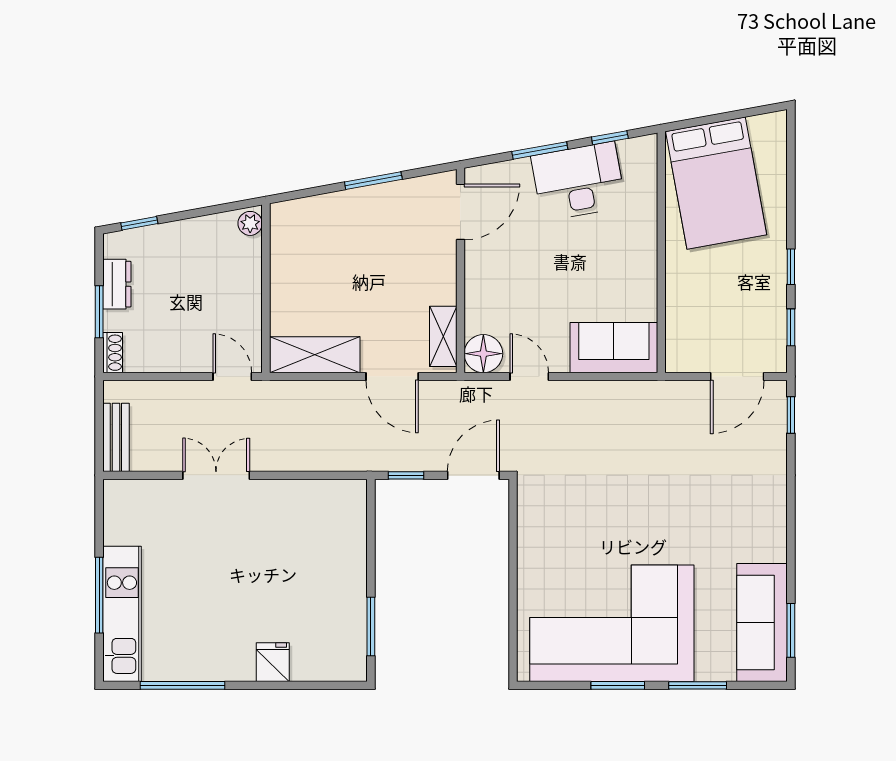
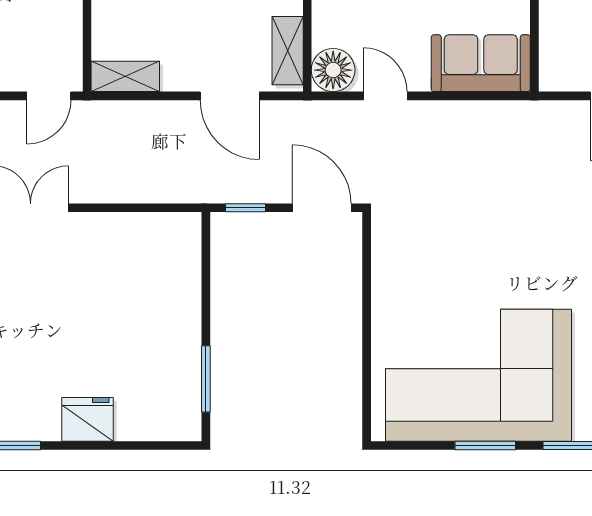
shelving: (315, 355) -> (125, 76), width x0.67, depth x0.75
door: (232, 377) -> (49, 96), swing flipped
door: (473, 475) -> (322, 208), hinge flipped
fridge: (273, 662) -> (88, 419), width x1.38

